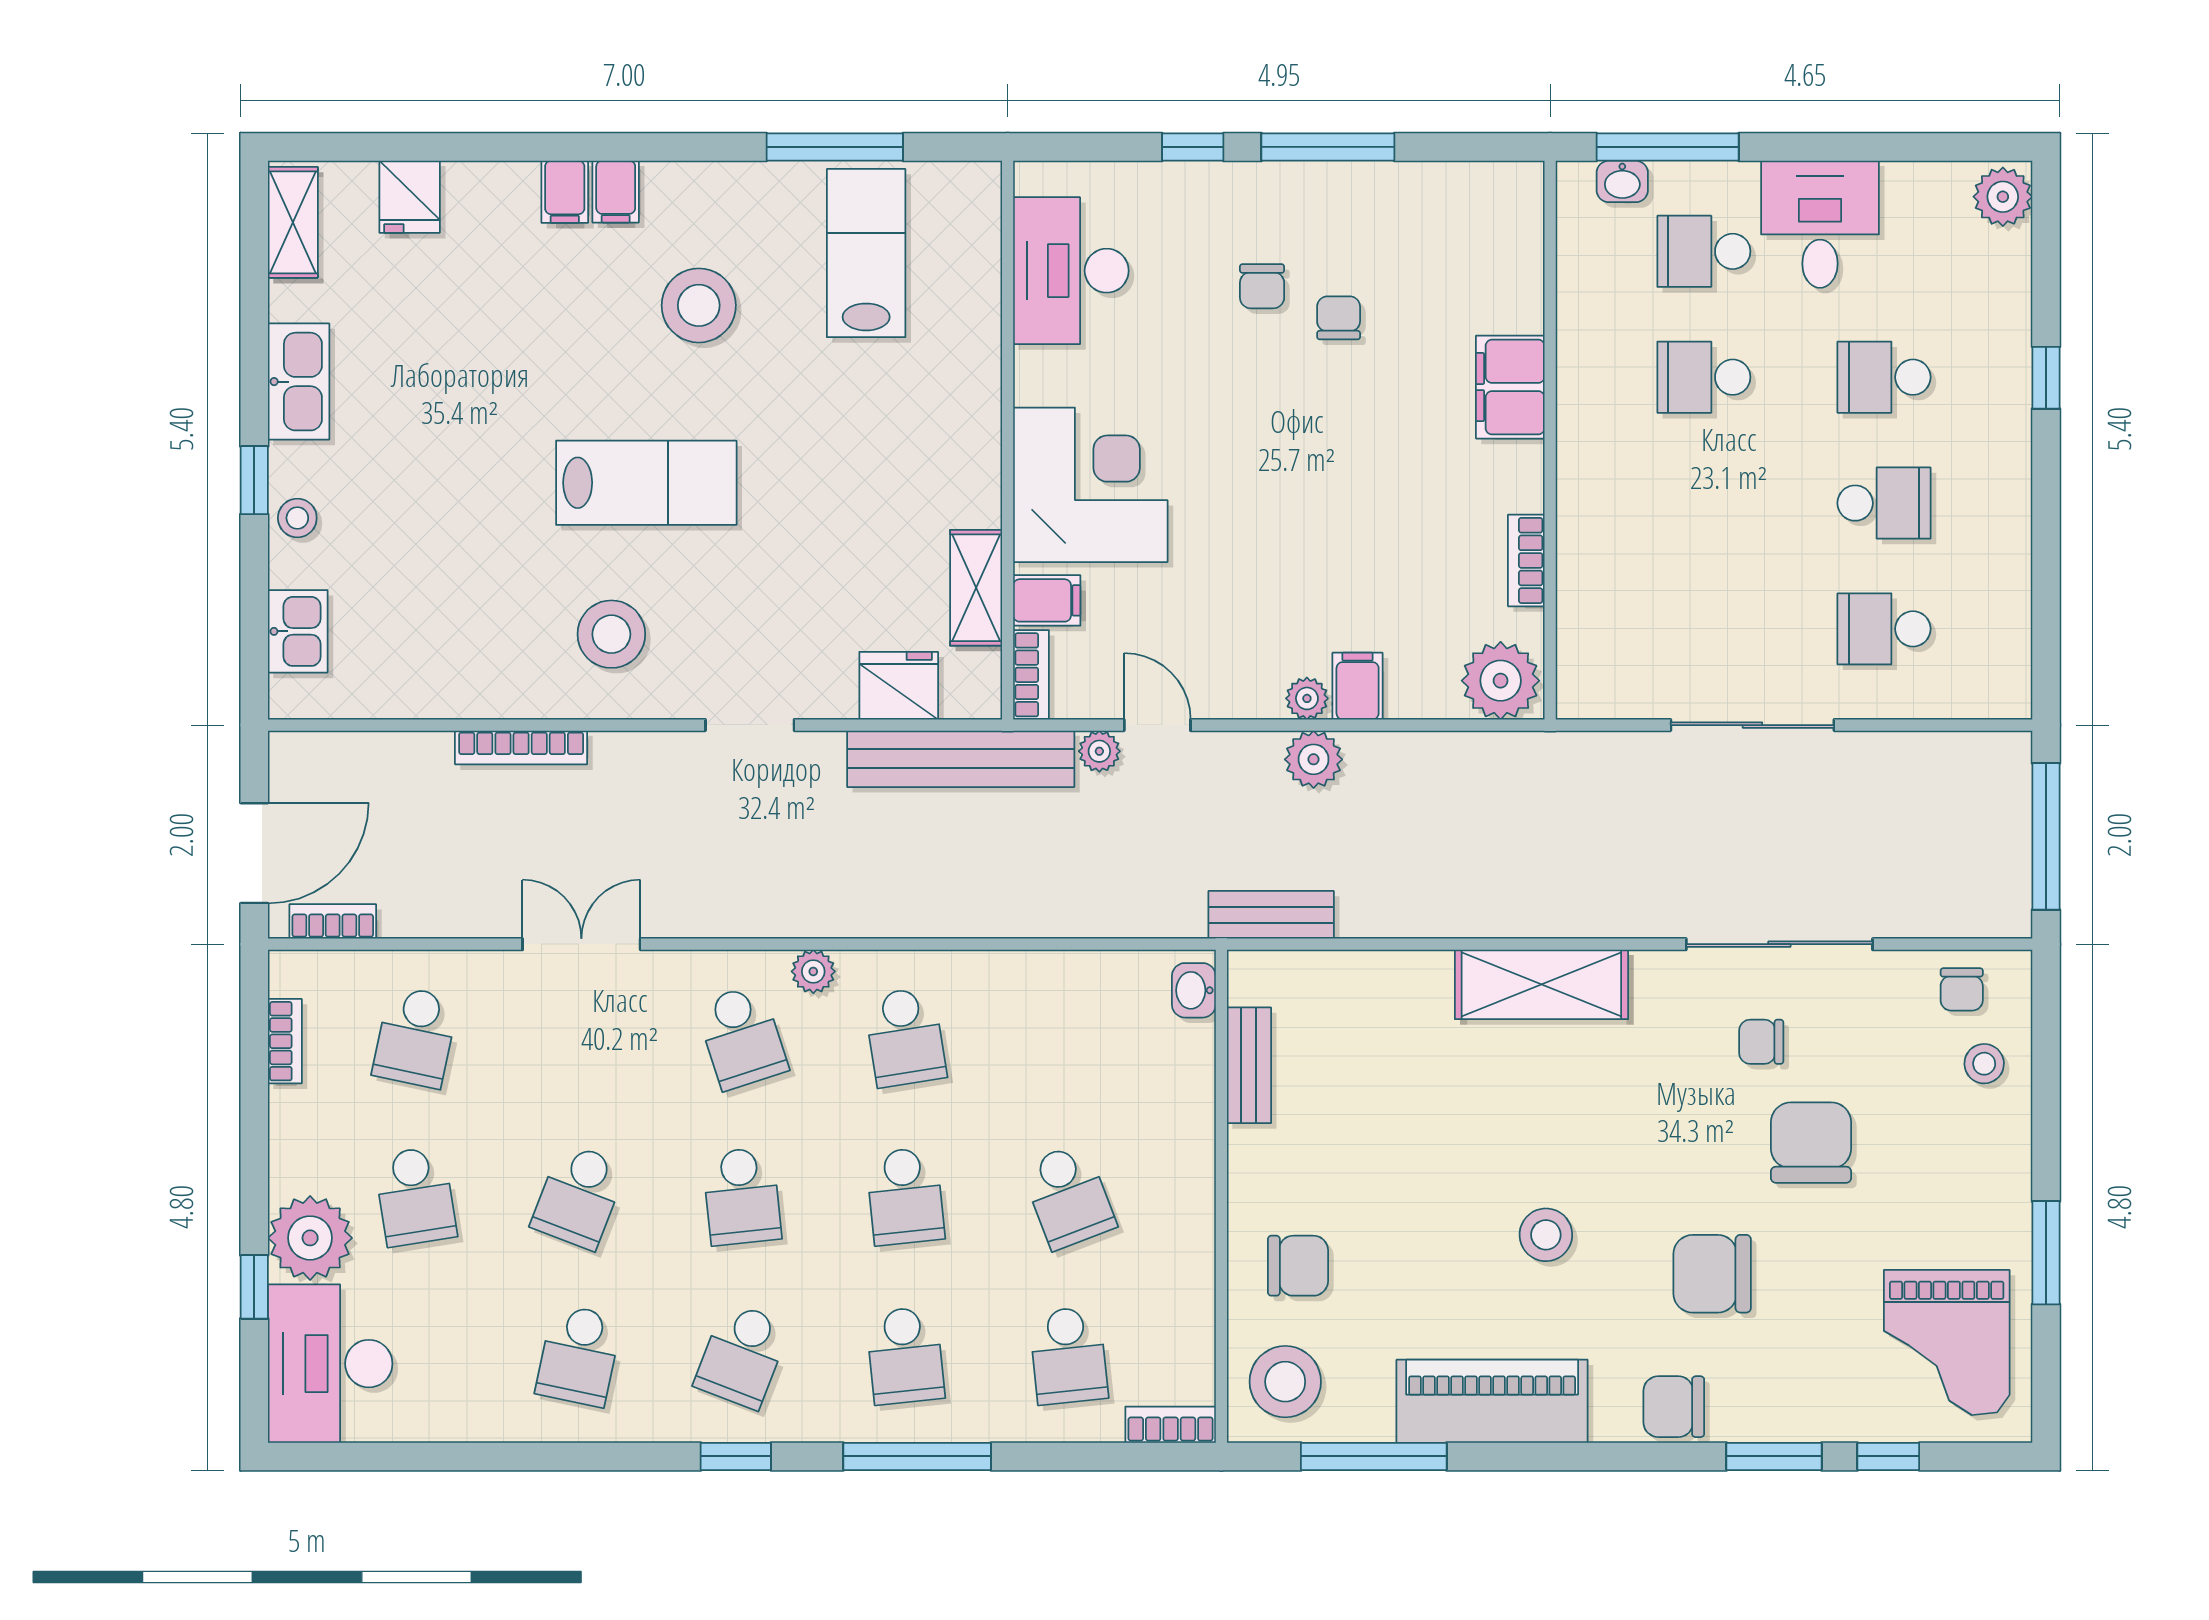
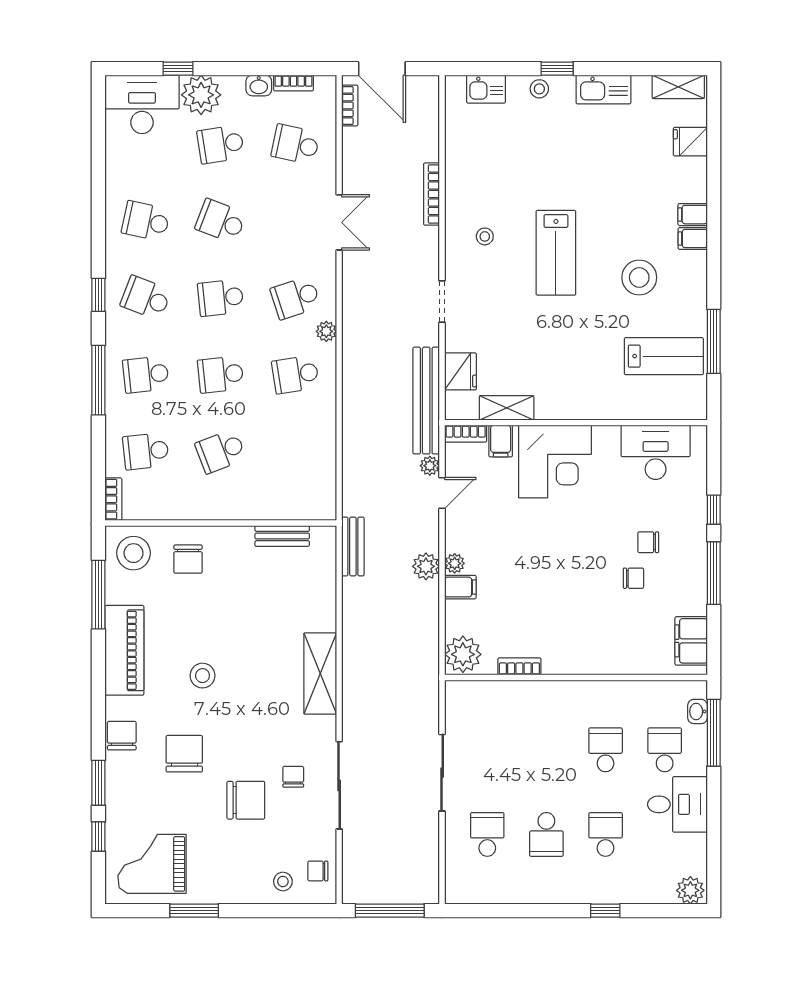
filing cabinet: (1510, 387) -> (691, 641), moved, turned -90
stool: (611, 634) -> (485, 236), width x0.53, depth x0.53
washbasin: (1194, 990) -> (259, 85), moved, turned 180

